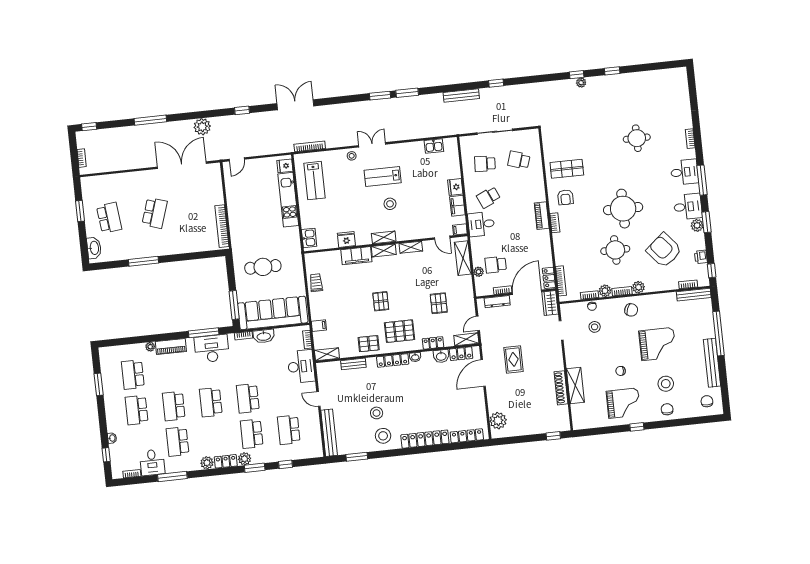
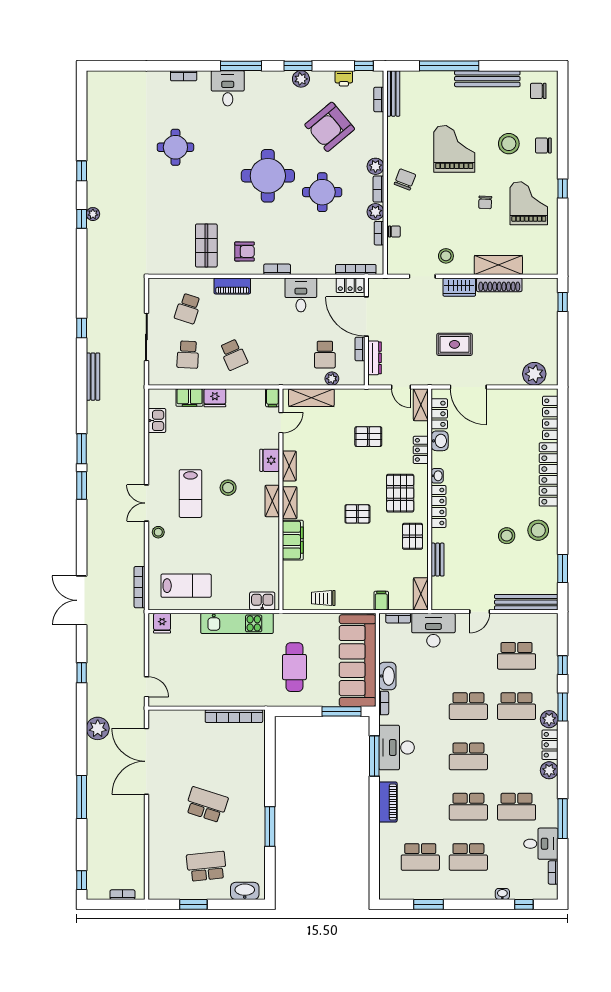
kitchen unit: (288, 200) -> (237, 623), moved
filing cabinet: (457, 206) -> (189, 398), moved
desk: (688, 207) -> (274, 89), removed
piano: (542, 216) -> (232, 286), moved
desk: (481, 224) -> (301, 295), moved, turned 180
fridge: (346, 239) -> (270, 460), moved
wardrobe: (550, 303) -> (459, 287), moved
stool: (595, 327) -> (446, 256), moved
plant: (150, 347) -> (385, 830), removed

